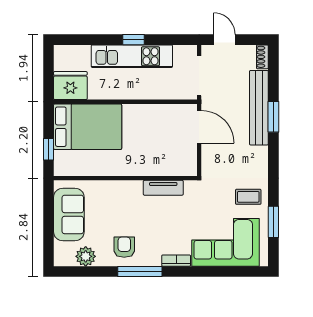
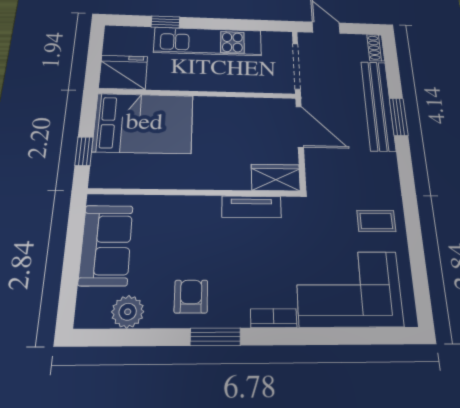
window: (134, 40) -> (165, 22), moved
wardrobe: (180, 166) -> (276, 178), added
window: (273, 222) -> (417, 258), removed
window: (140, 271) -> (215, 337), width x0.69

